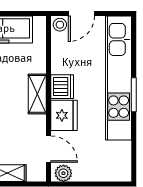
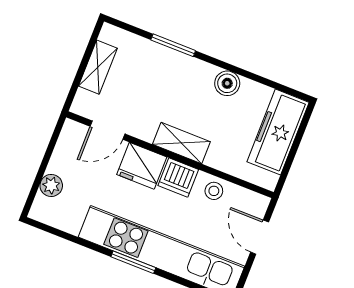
stool: (60, 25) -> (214, 191), moved
plant: (63, 173) -> (51, 185), moved

